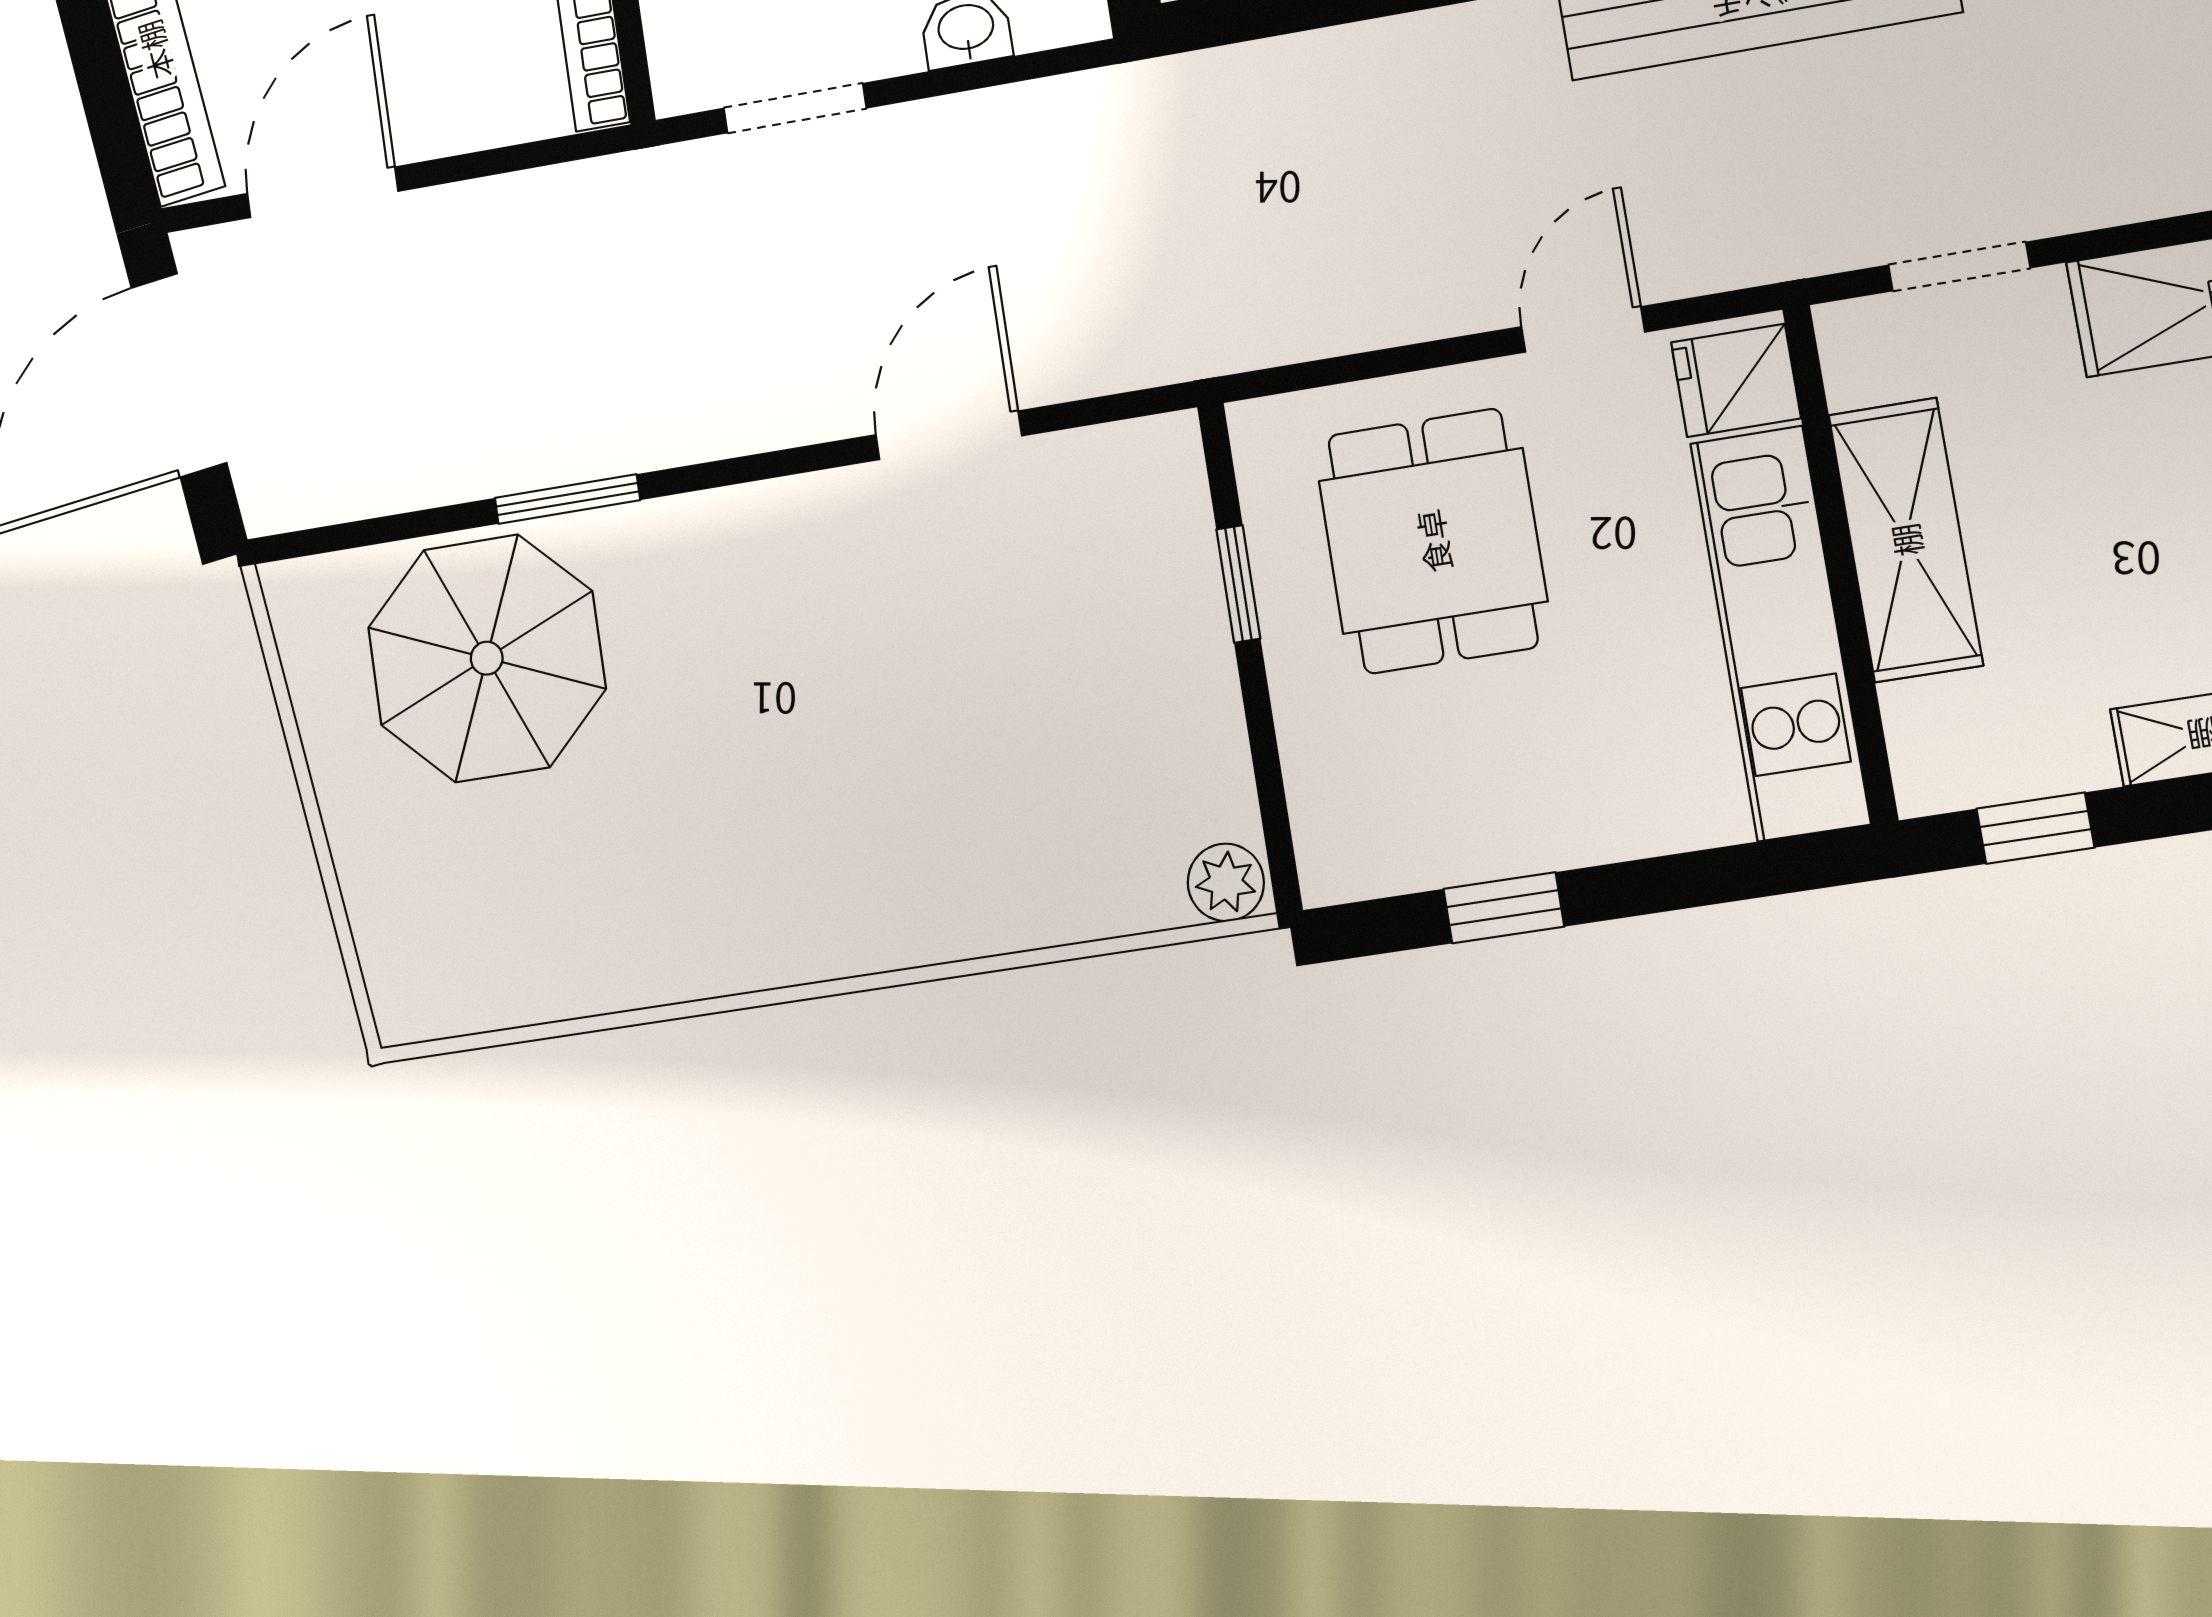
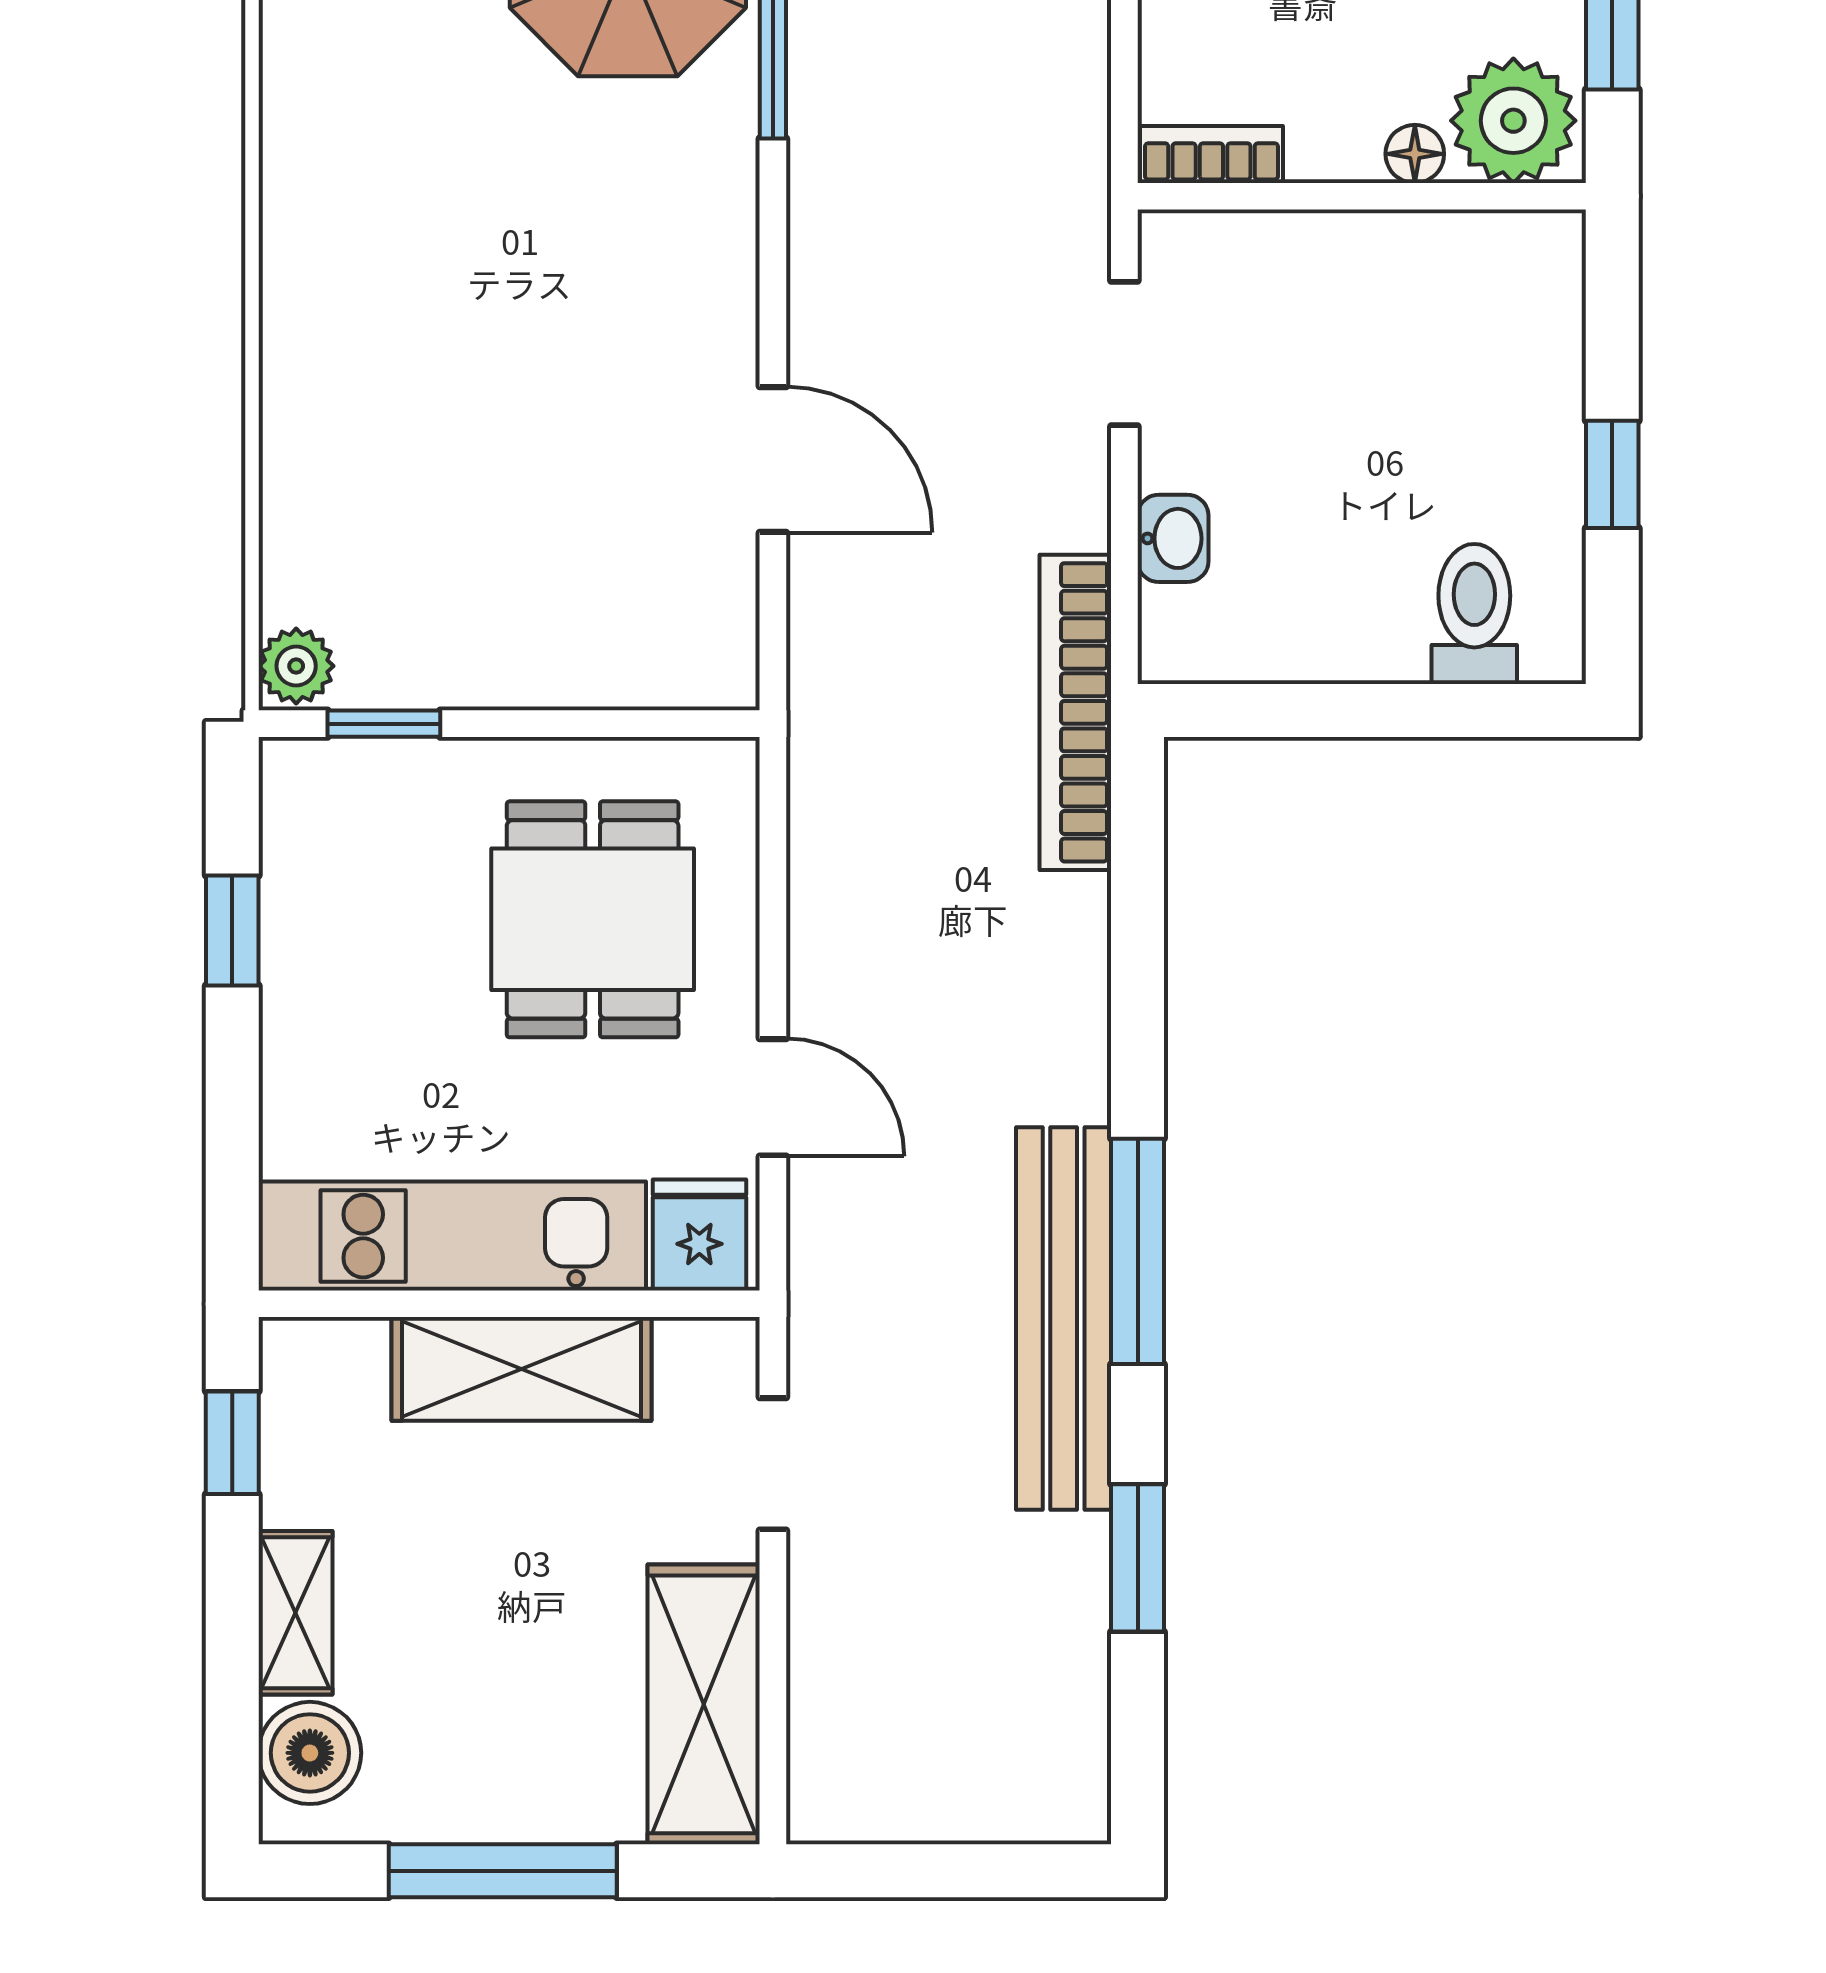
bookcase: (1150, 94) -> (1075, 712), added
dining table: (1433, 541) -> (593, 919), turned 90
window: (1238, 584) -> (384, 724), moved

